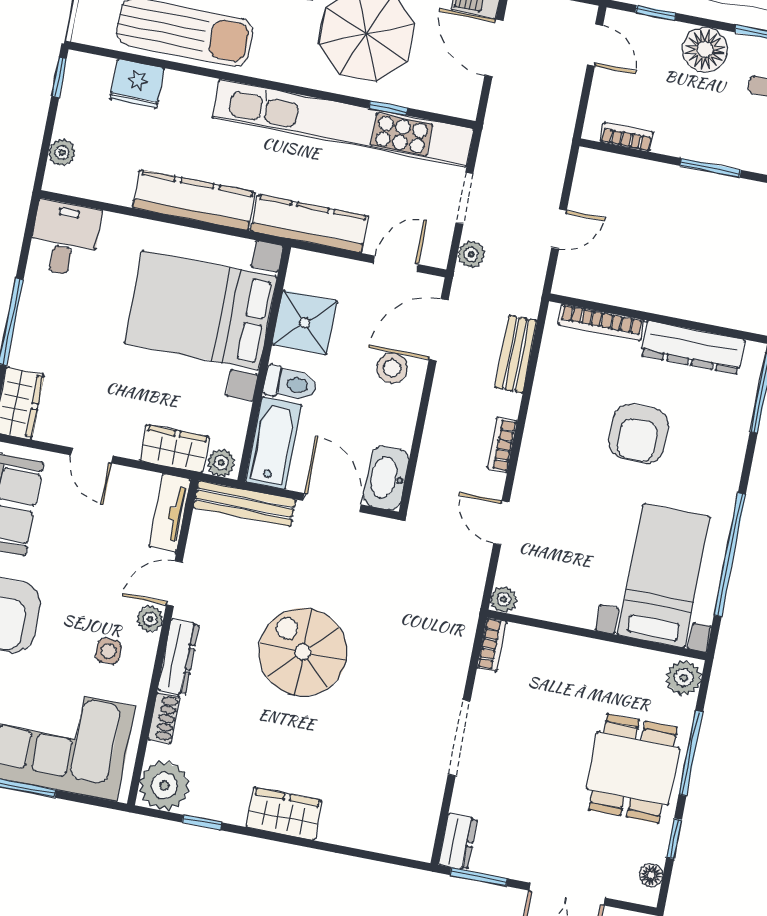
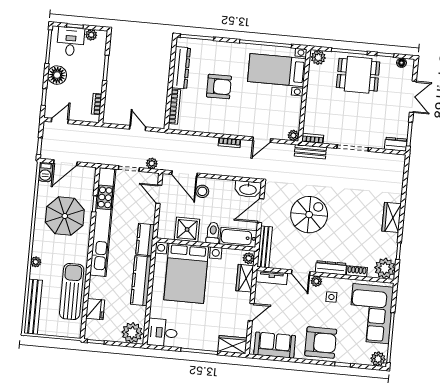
plant: (62, 153) -> (132, 333), width x1.87, depth x1.87
kitchen counter: (310, 224) -> (145, 240), width x0.67
bench: (516, 354) -> (310, 152), moved
spiral stairs: (303, 652) -> (309, 215), moved, turned 180

